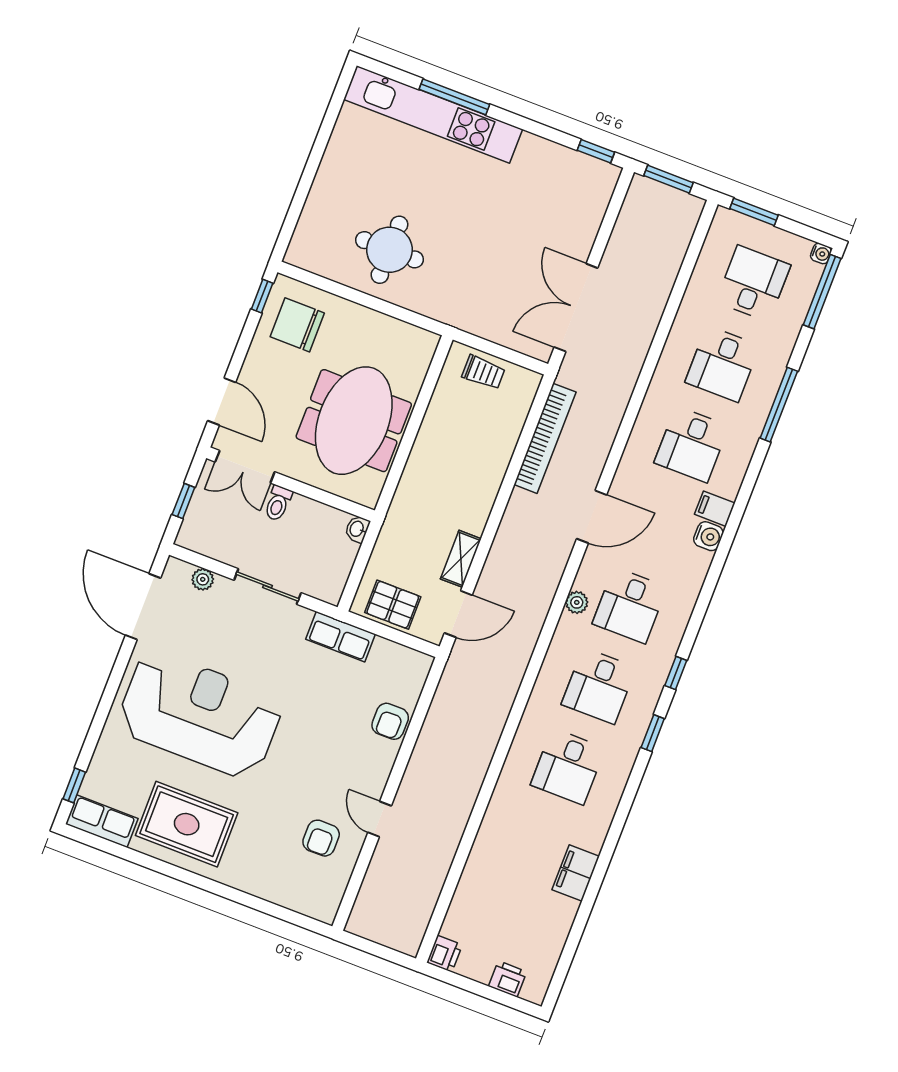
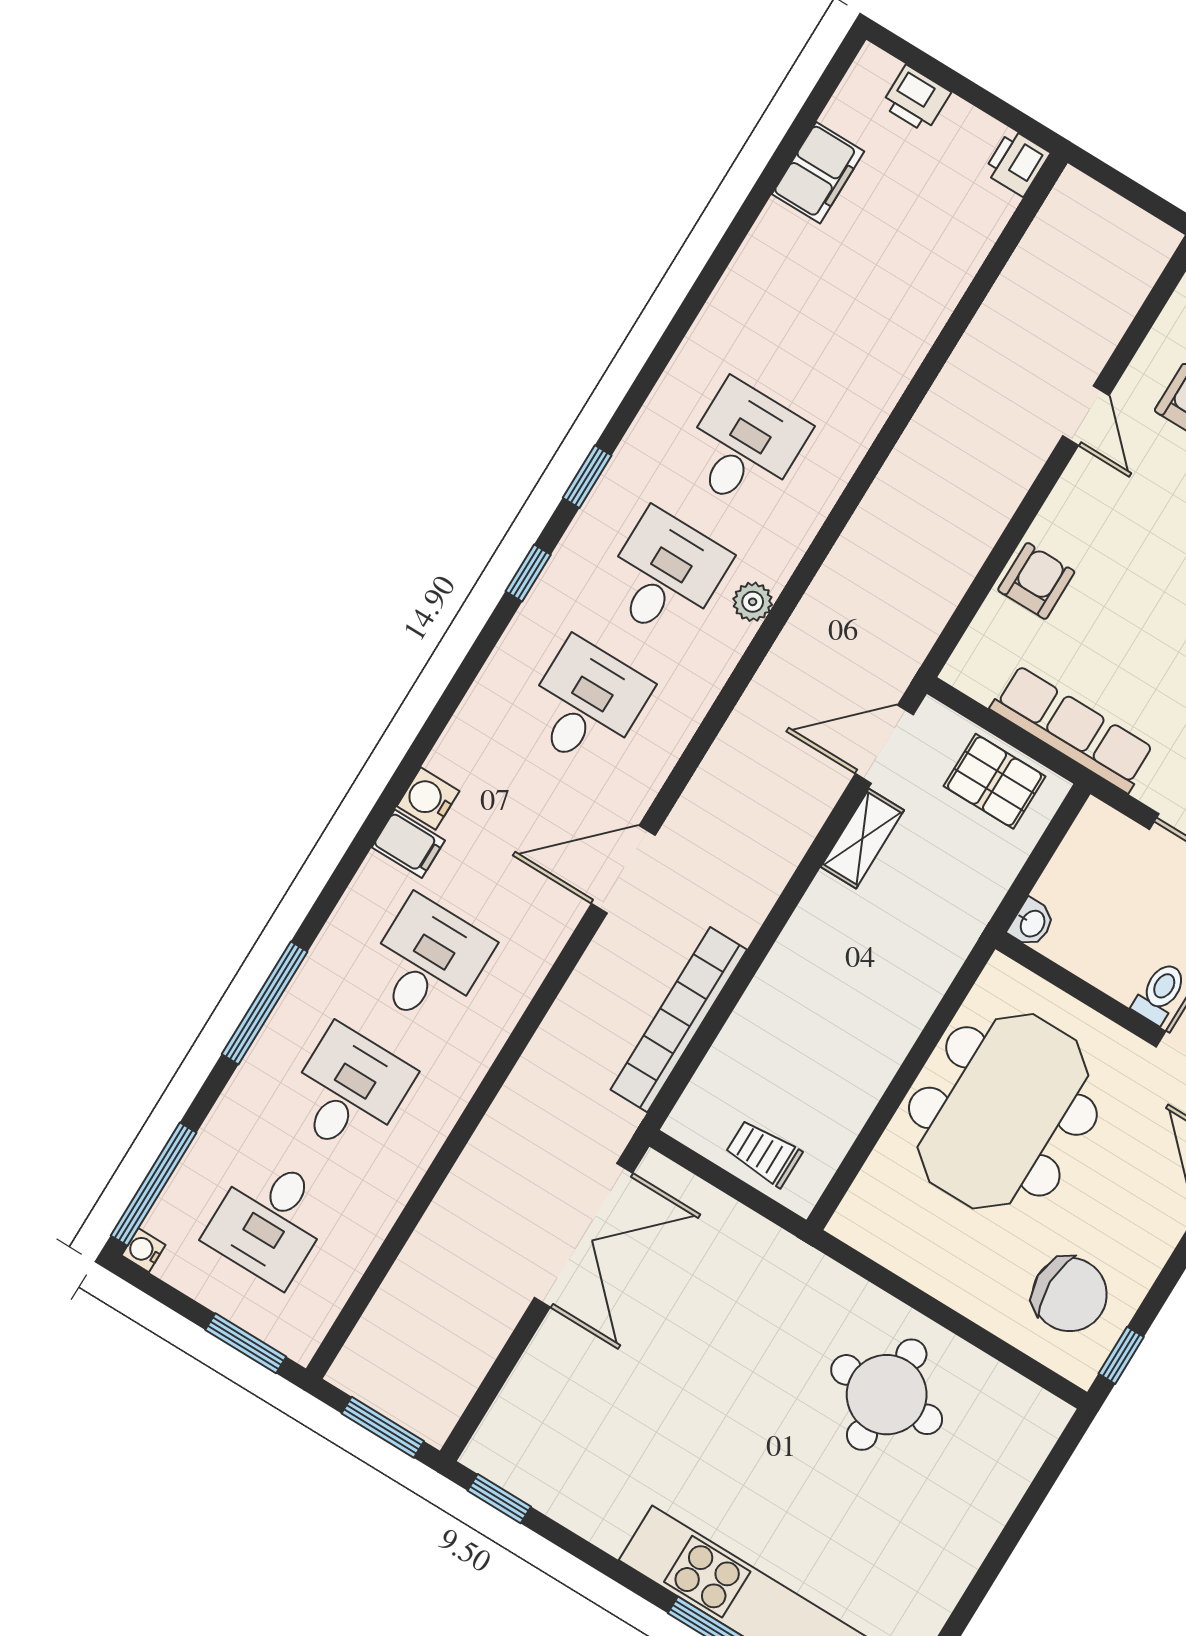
plant: (577, 602) -> (753, 602), moved
row of seats: (341, 637) -> (1072, 729), width x1.48
filing cabinet: (576, 873) -> (818, 173), moved

